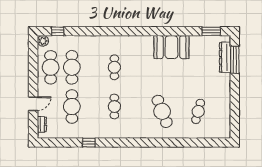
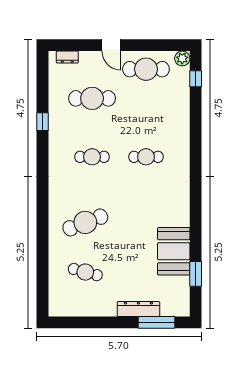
window: (211, 31) -> (196, 274), moved
booth: (171, 47) -> (174, 251), moved
dresser: (225, 57) -> (138, 309), moved
cafe table: (72, 67) -> (146, 98), removed
door: (33, 104) -> (111, 45), moved

